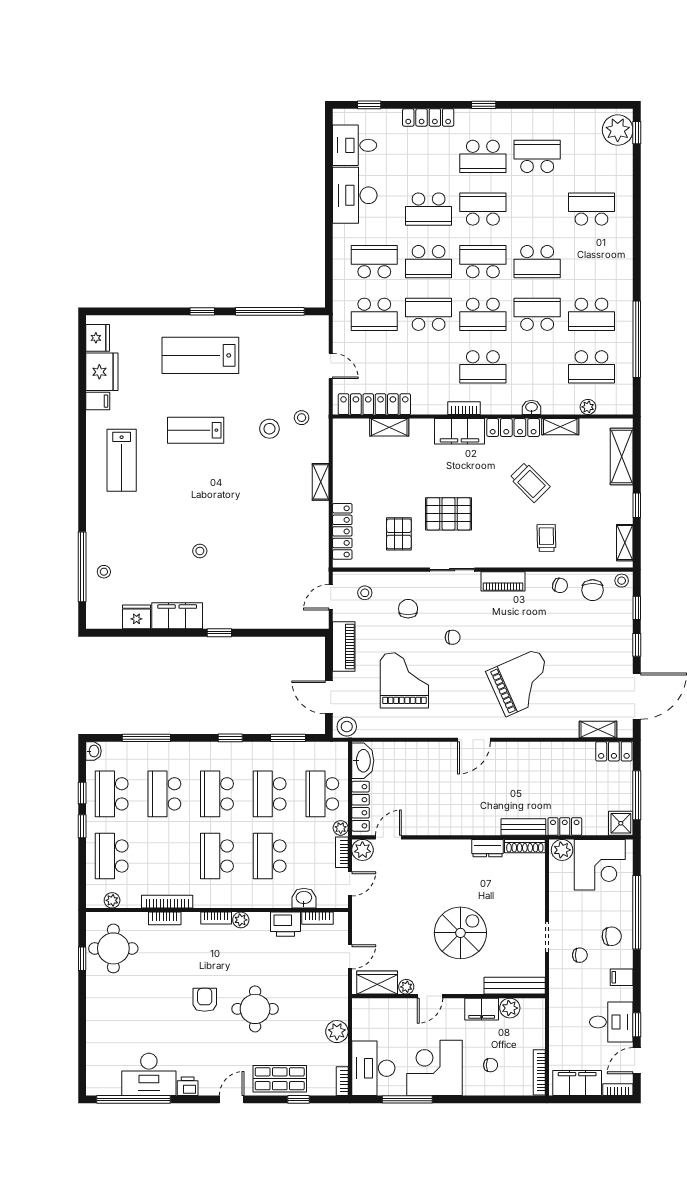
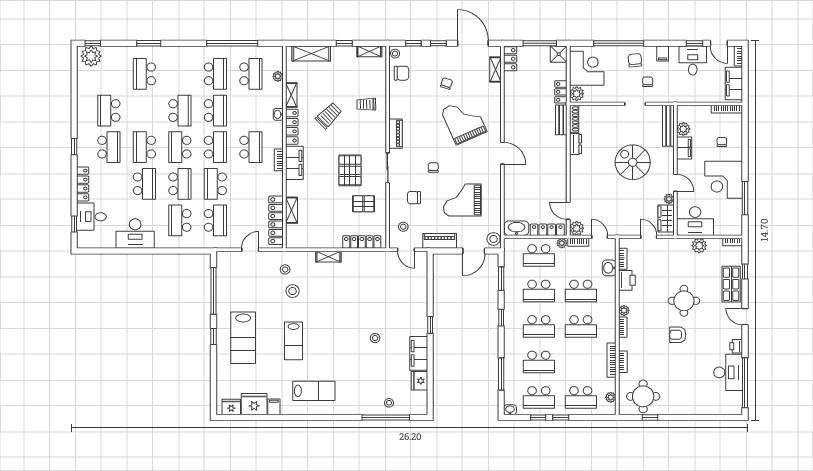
desk: (355, 145) -> (91, 217), moved, turned 90
window: (637, 215) -> (149, 43), added
school desk: (537, 314) -> (215, 111), turned 180
chair: (560, 585) -> (446, 83), moved
desk: (373, 1068) -> (695, 221), moved

